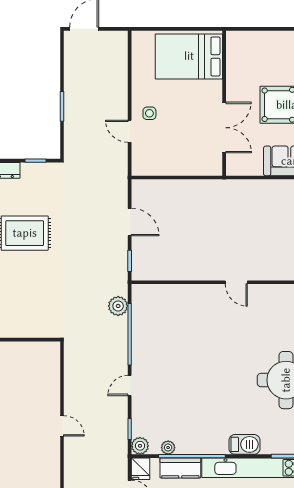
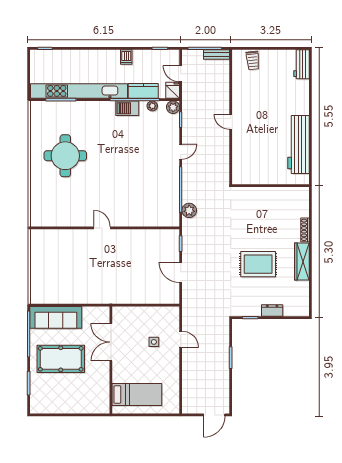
bed: (189, 56) -> (137, 395), width x0.67
side table: (149, 113) -> (154, 342), moved
barbecue: (245, 444) -> (127, 108), moved

